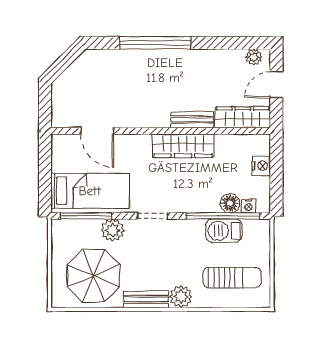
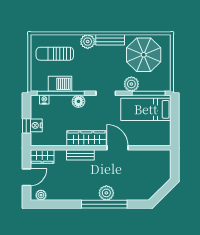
plant: (152, 60) -> (106, 193), added
wardrobe: (243, 117) -> (42, 157), width x0.67
door: (97, 131) -> (118, 148), moved
window: (276, 165) -> (26, 126), added
floor lamp: (230, 203) -> (78, 101), moved

